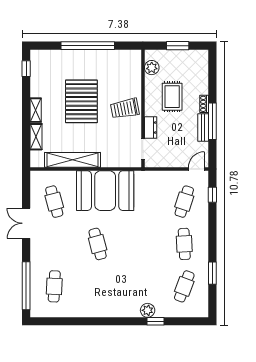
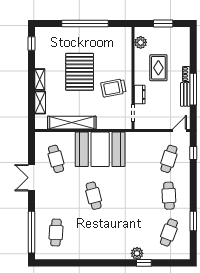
trolley: (125, 109) -> (113, 88), moved

